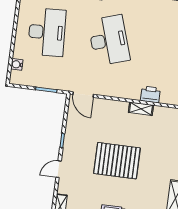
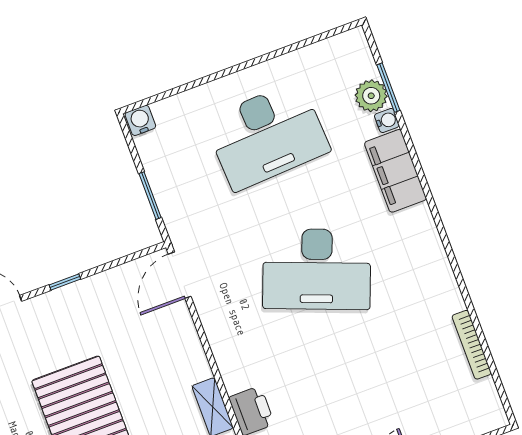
desk: (109, 40) -> (317, 269), turned 39
water cooler: (17, 64) -> (140, 120), moved

